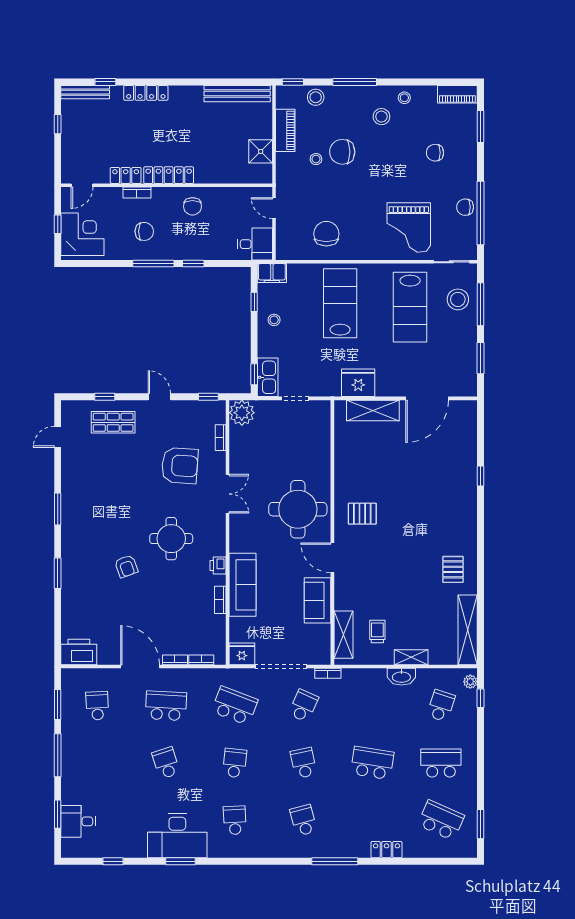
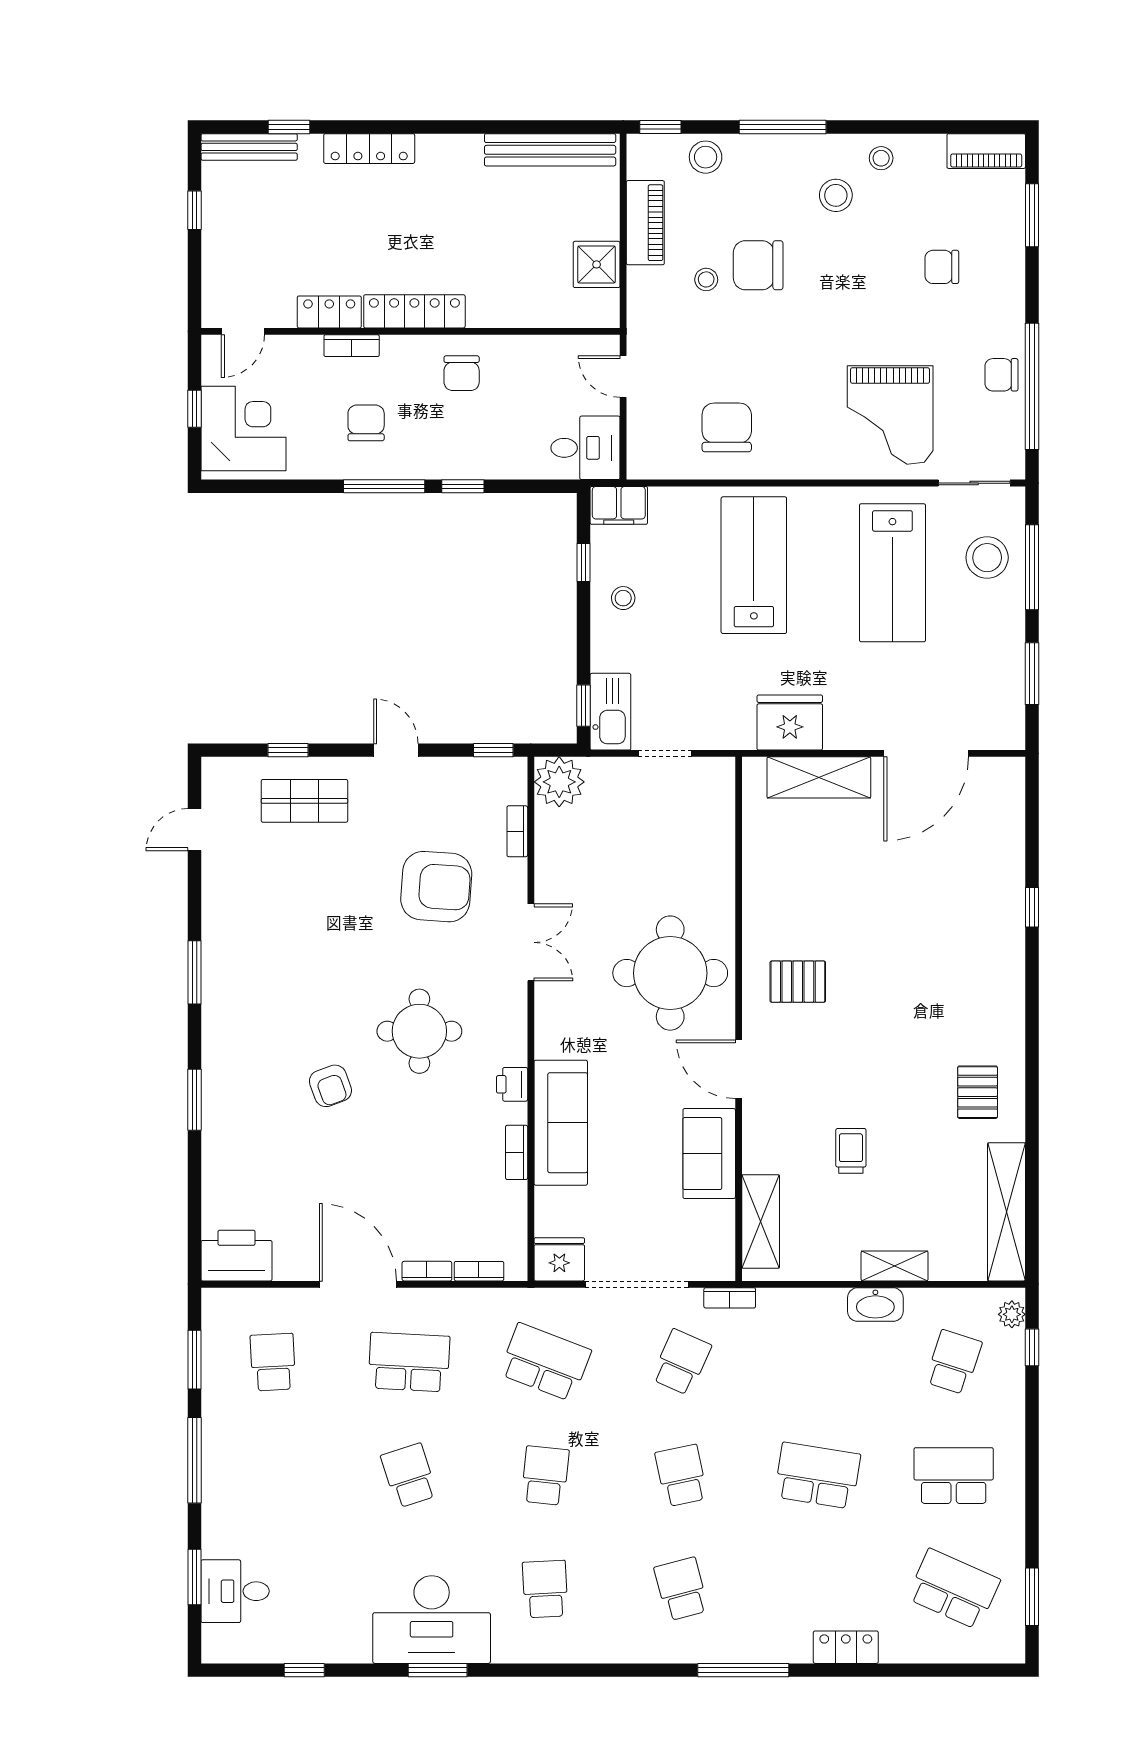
chair: (144, 231) -> (366, 423), turned -90
trolley: (377, 631) -> (851, 1151), moved

